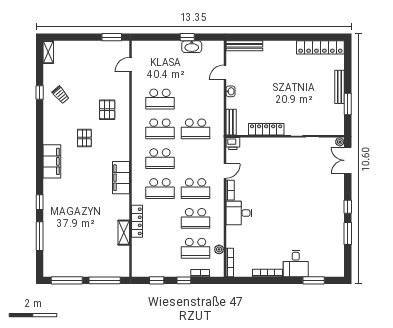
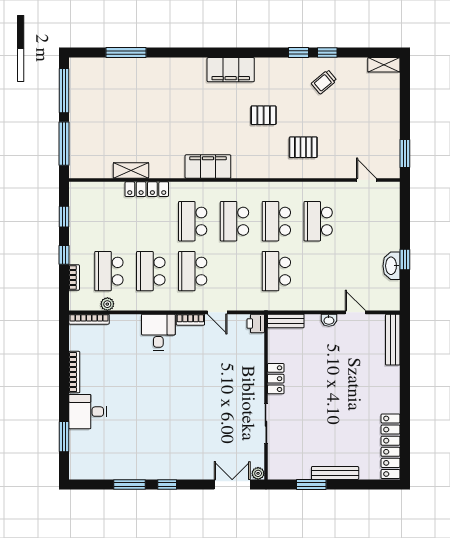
locker: (266, 129) -> (276, 379), width x0.66
window: (40, 202) -> (299, 53), moved

